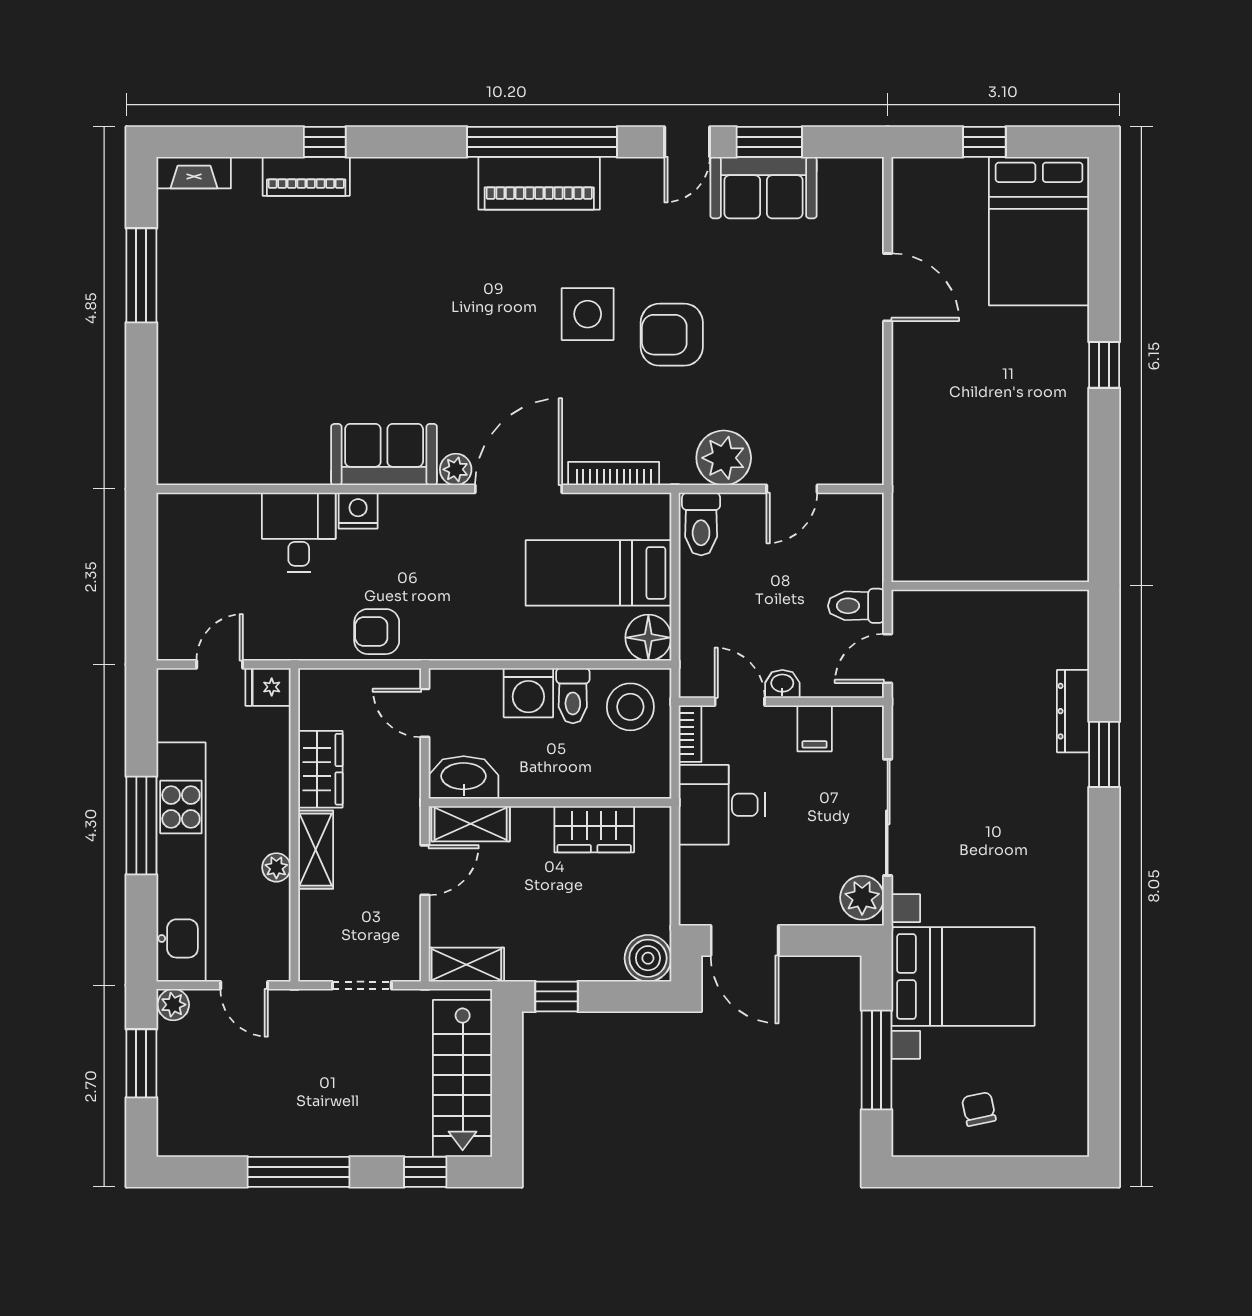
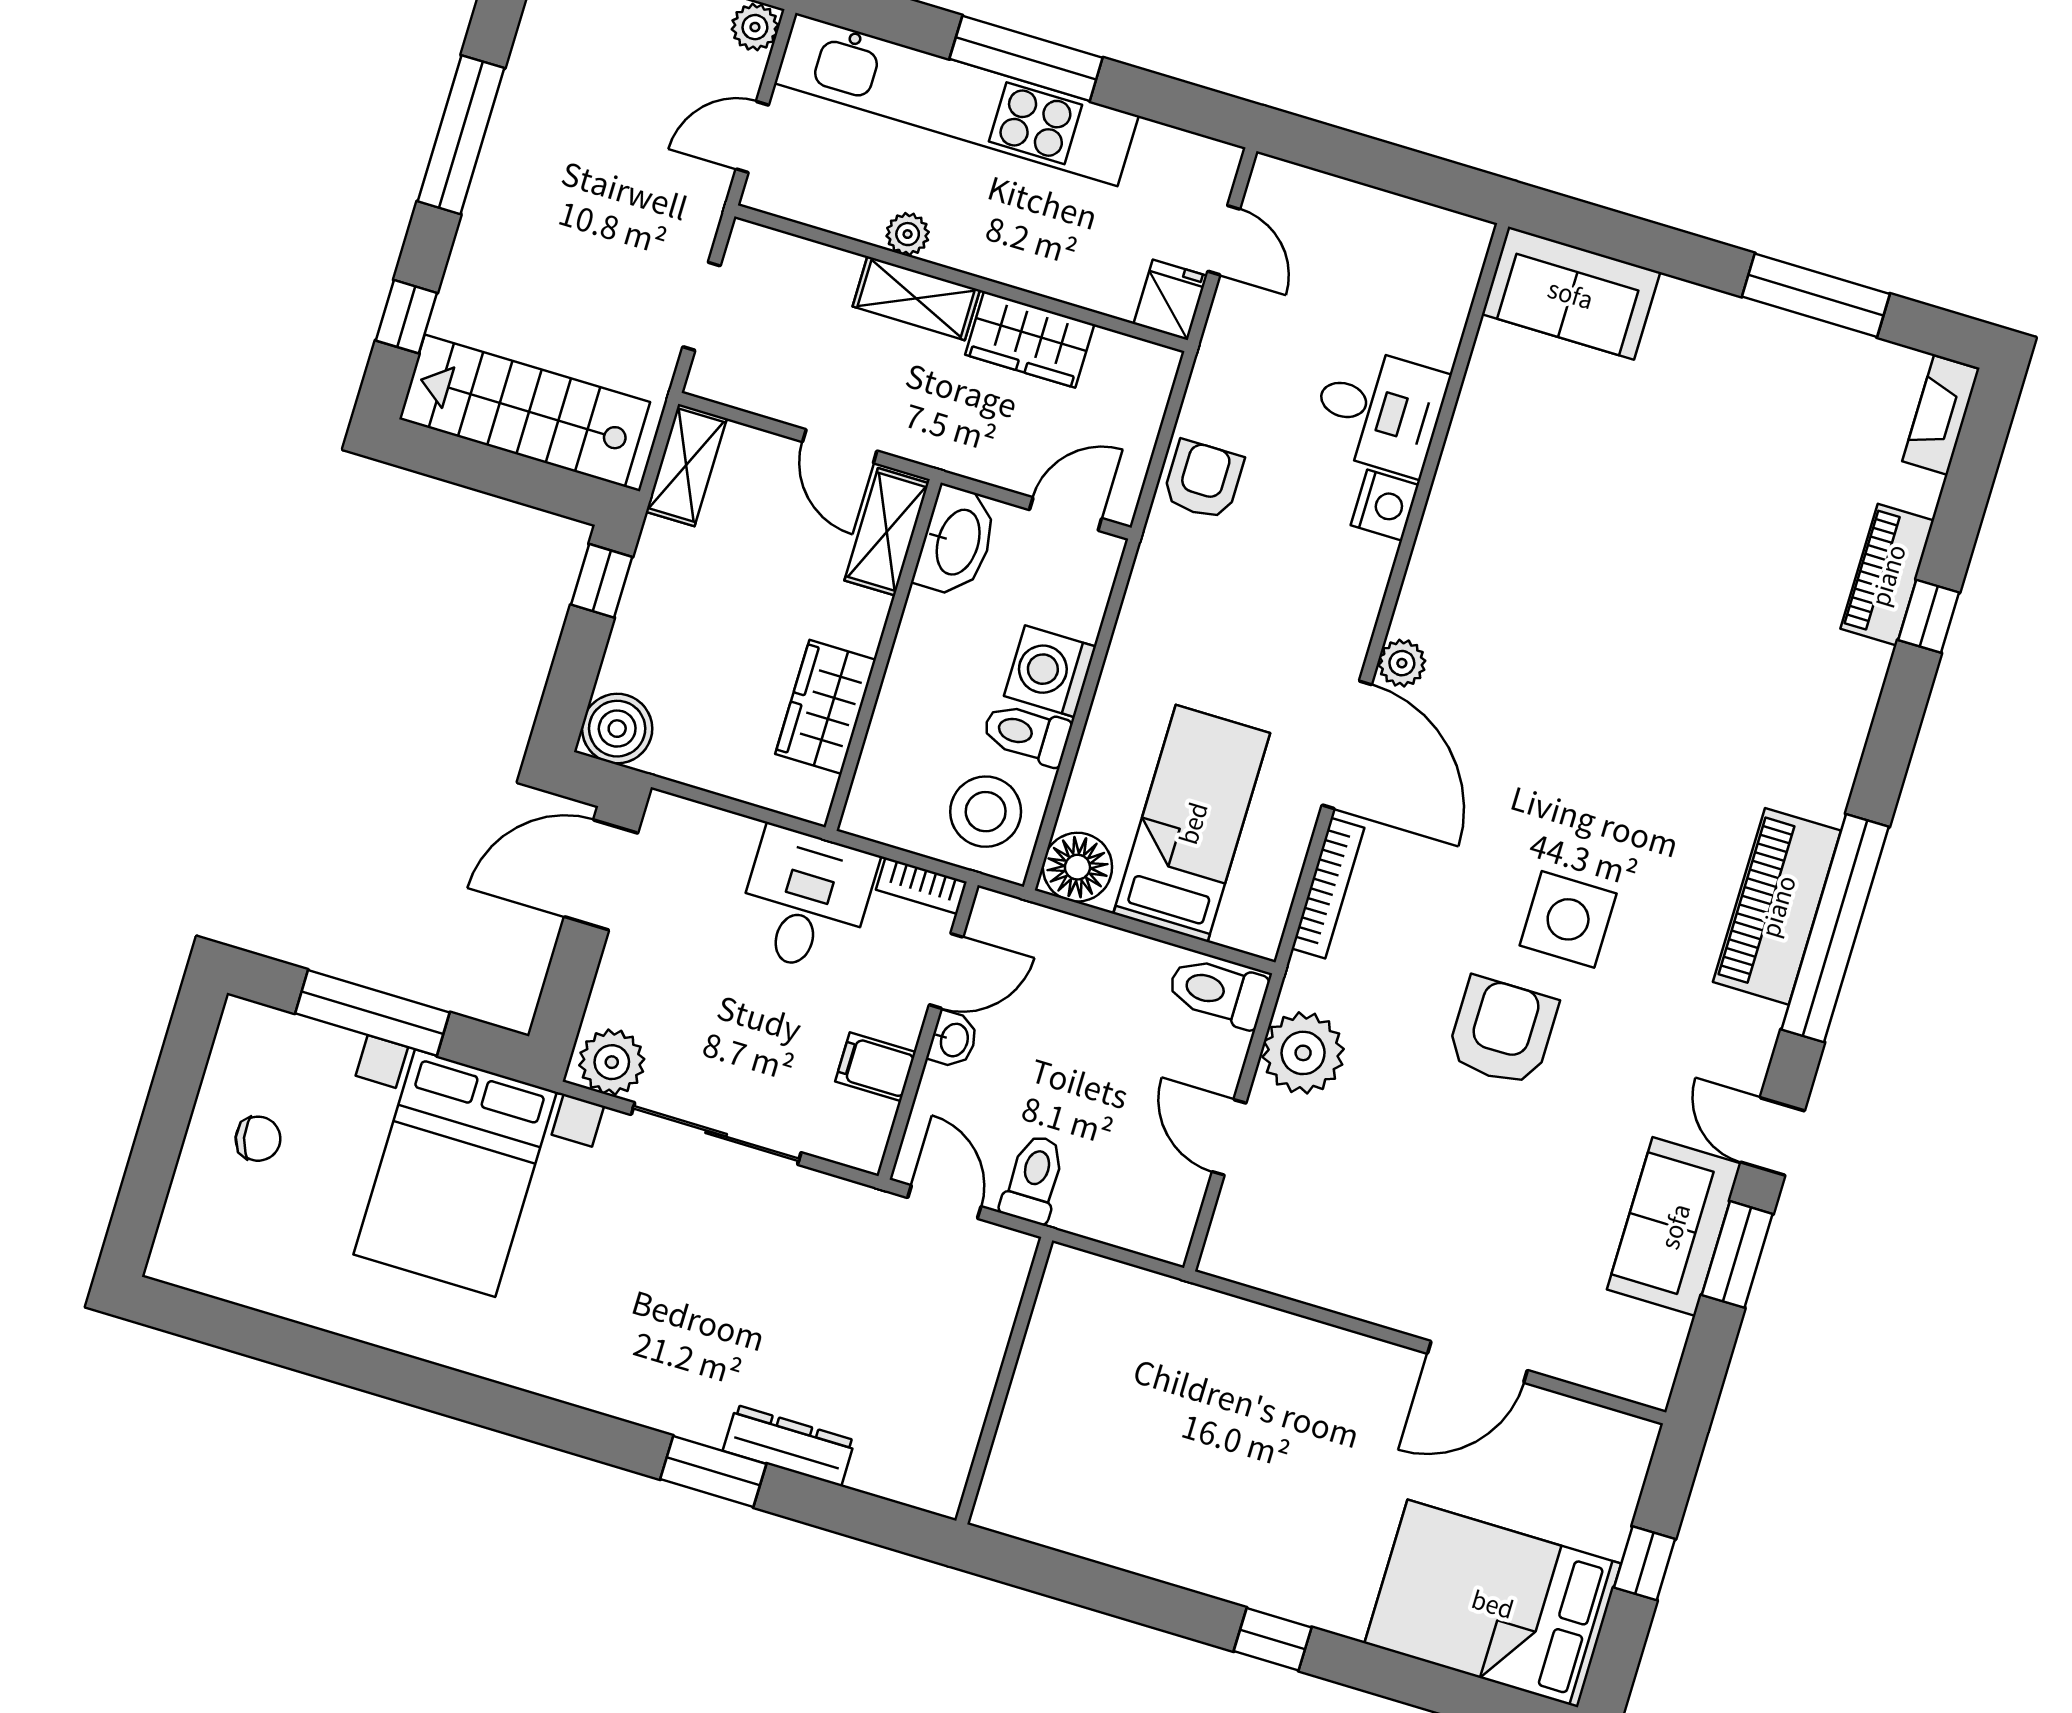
sofa: (384, 455) -> (1571, 293), moved, turned 90

